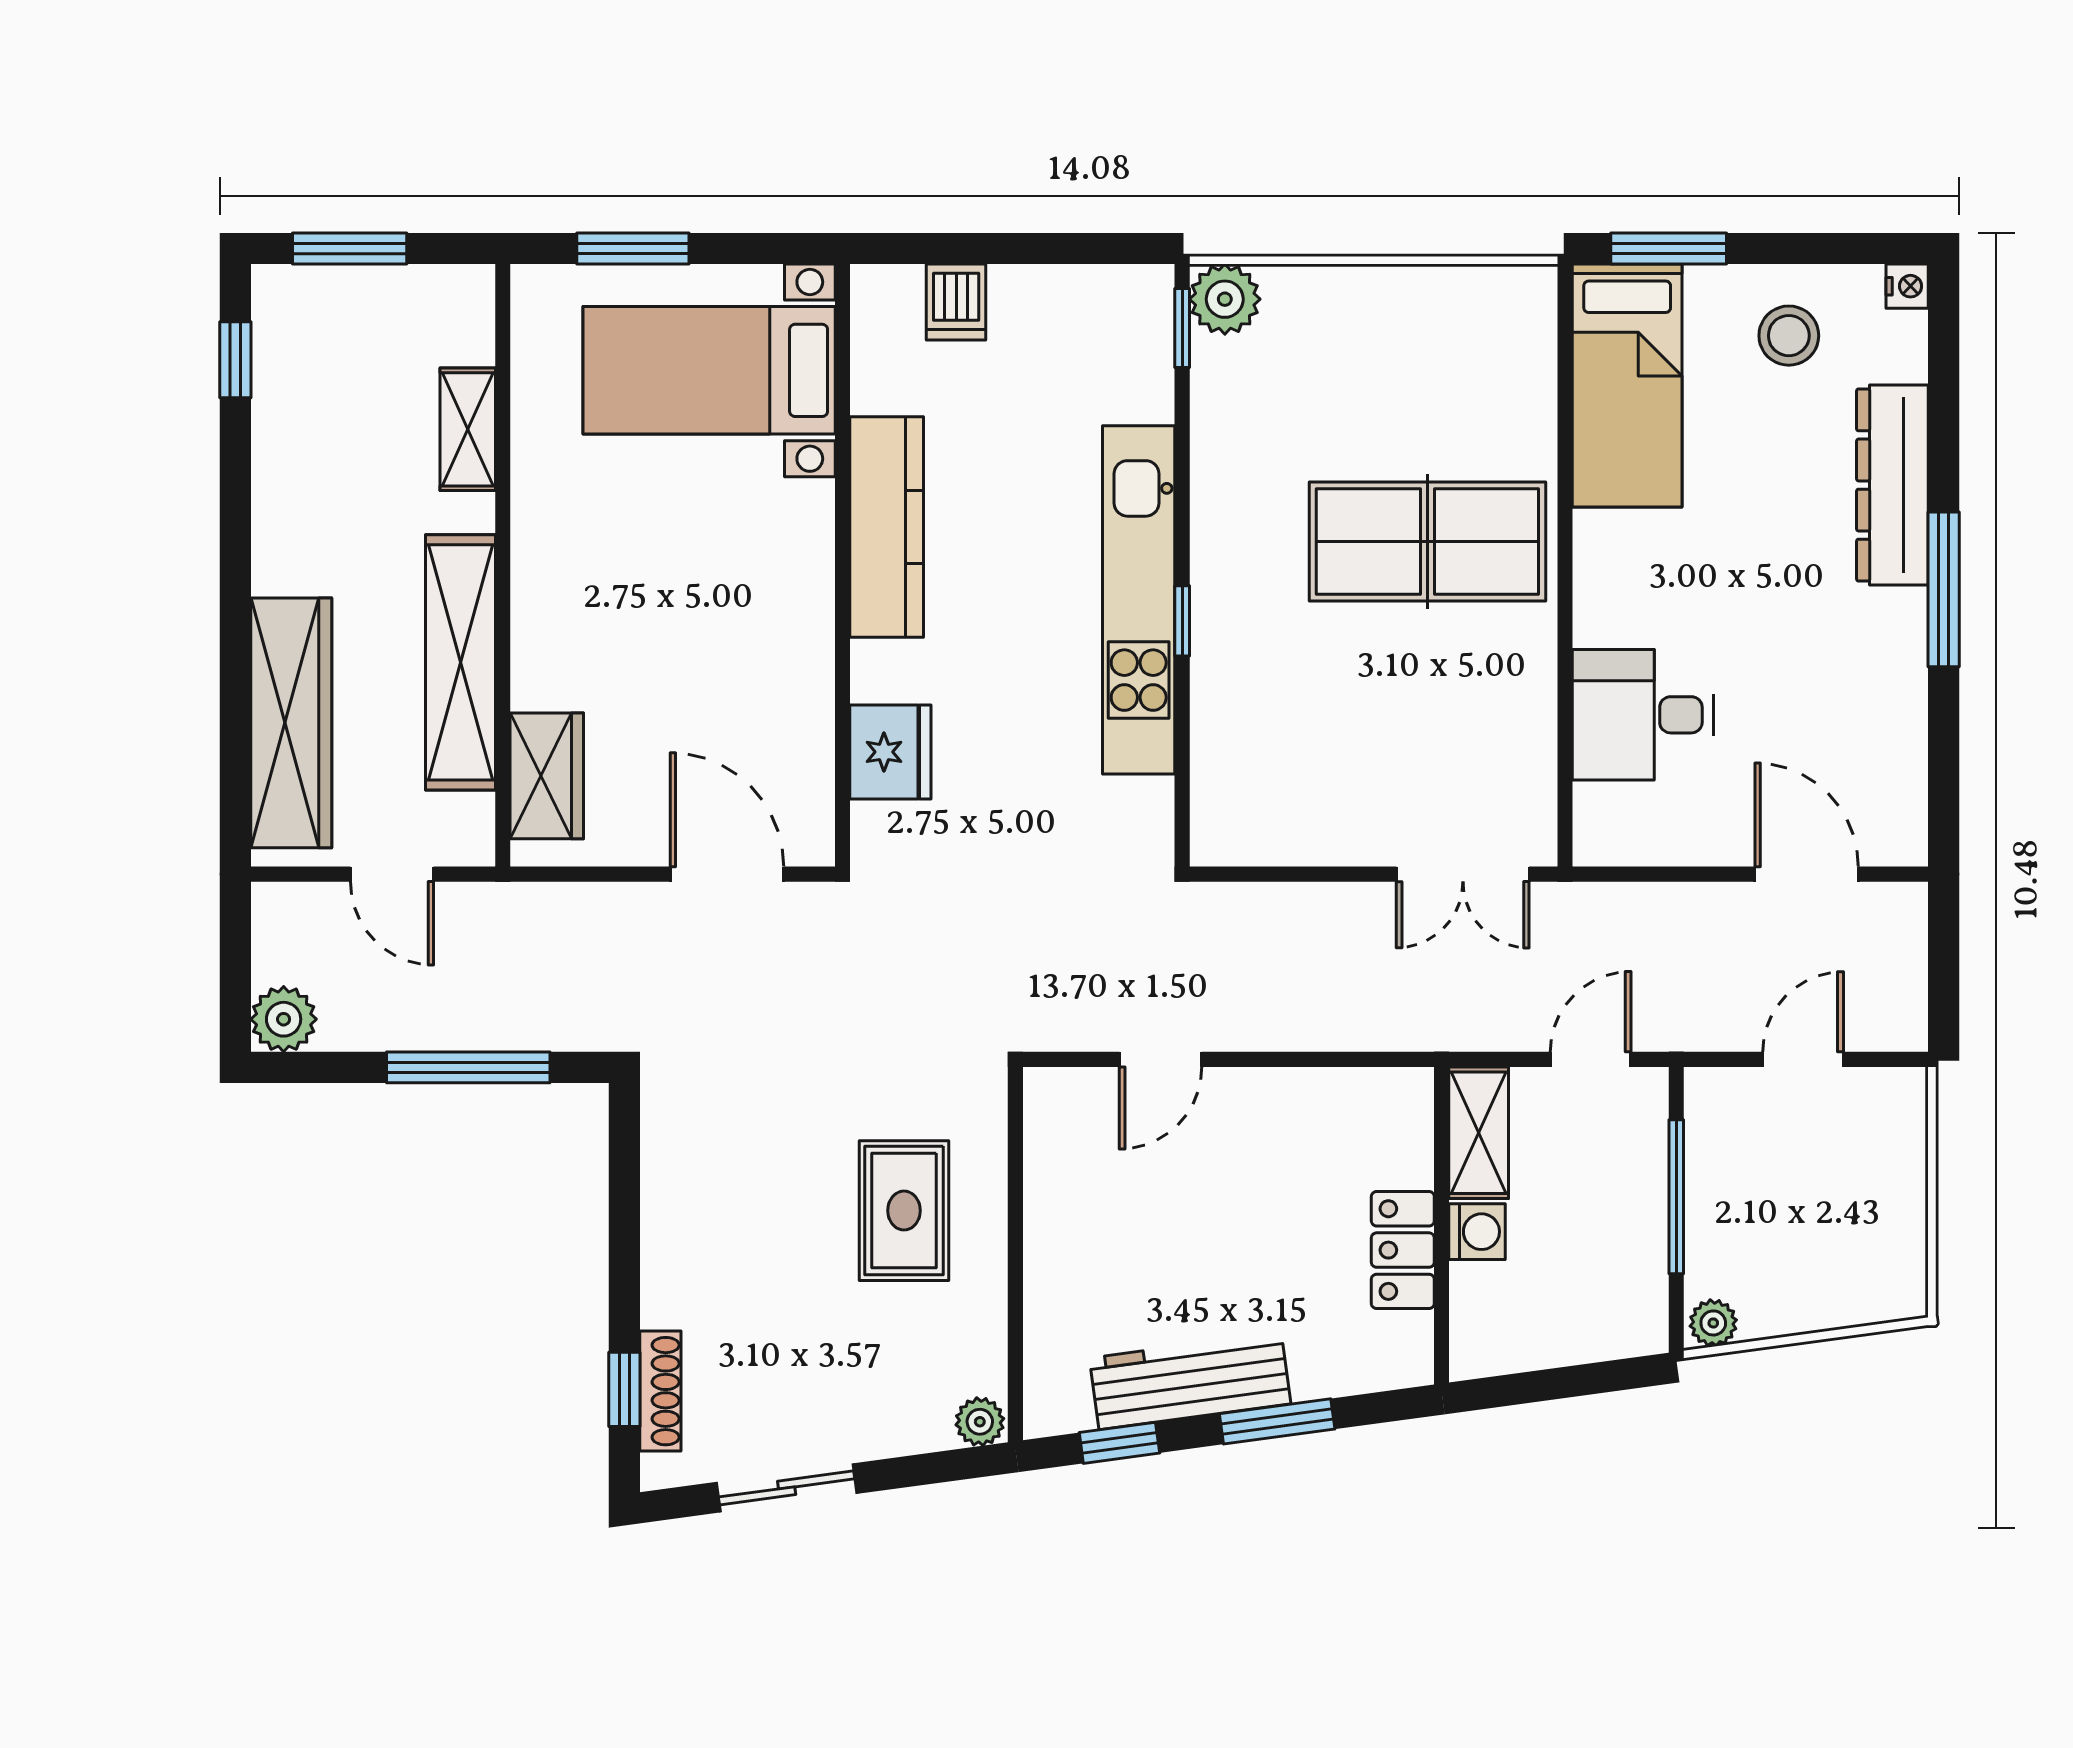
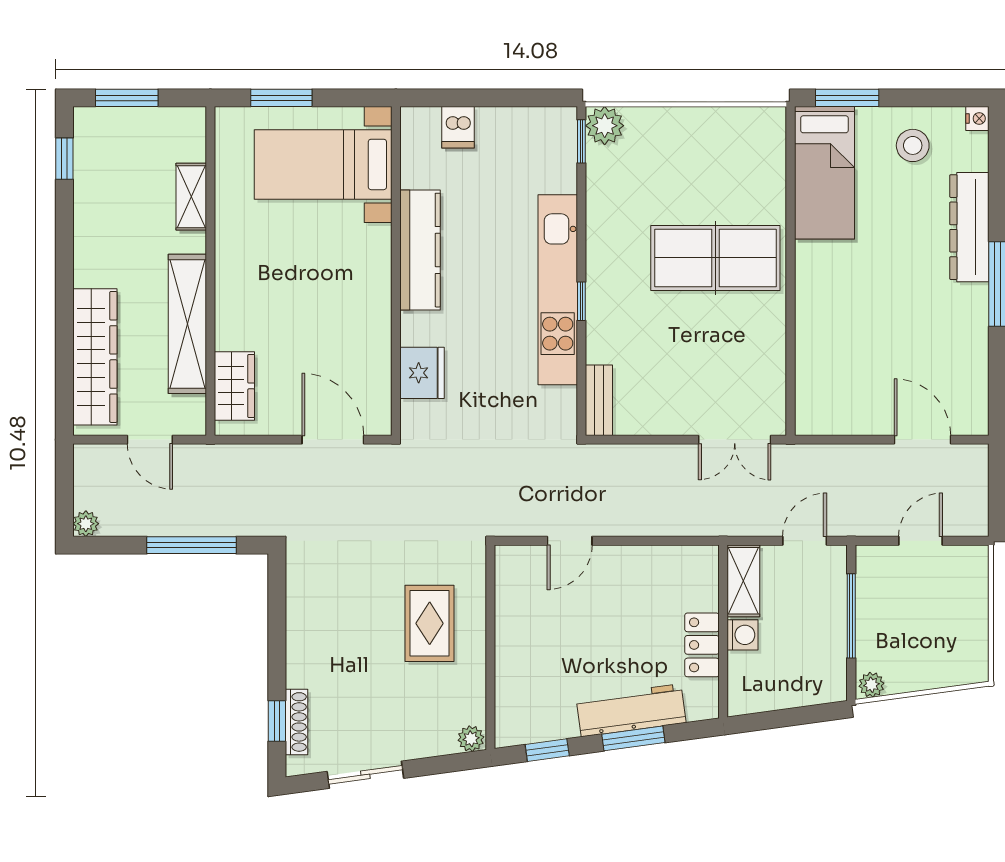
desk: (1643, 715) -> (833, 353), removed
bench: (1214, 802) -> (599, 400), added
plant: (284, 1019) -> (86, 524), width x0.73, depth x0.73
workbench: (1190, 1381) -> (631, 710), moved

